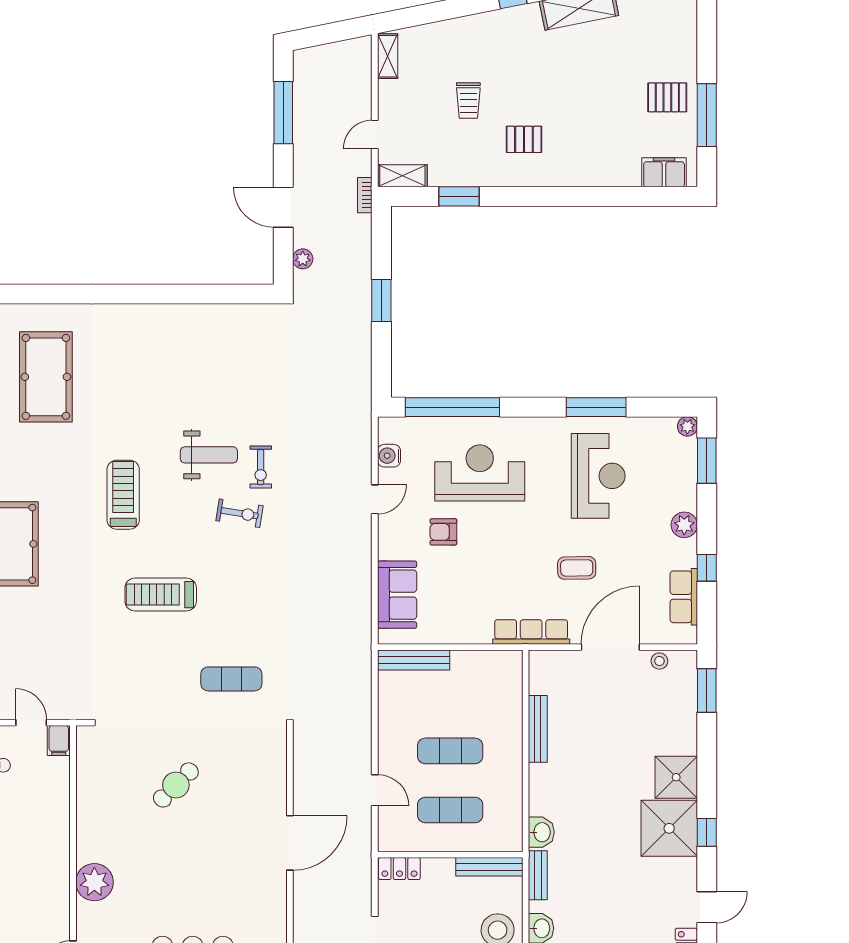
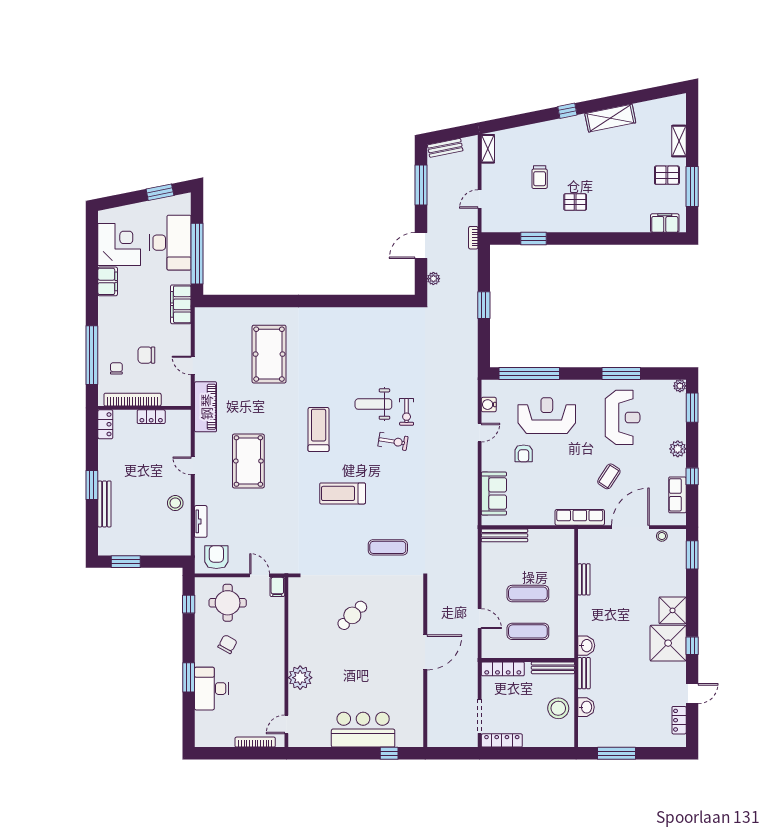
bench: (321, 55) -> (445, 148), added
shelving: (402, 176) -> (679, 141), moved, turned 90
door: (283, 207) -> (421, 245), hinge flipped
weight bench: (209, 455) -> (373, 404), turned 180
armchair: (443, 532) -> (524, 453), turned -90
coffee table: (577, 568) -> (609, 476), turned -56
bench: (538, 729) -> (584, 579), width x0.73
locker: (399, 869) -> (503, 669), width x1.53

